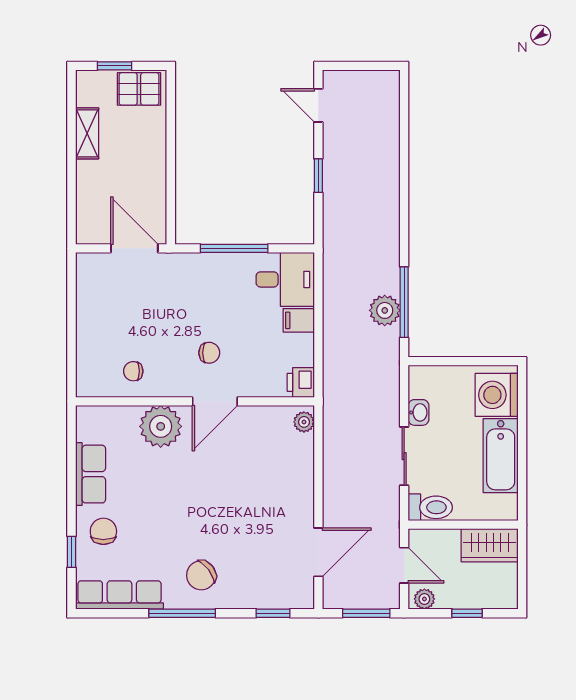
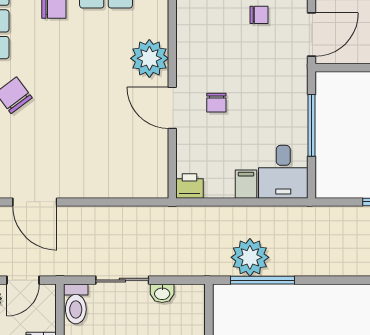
plant: (385, 310) -> (250, 257), width x1.36, depth x1.36
chair: (133, 371) -> (259, 15), moved, turned 90
plant: (304, 422) -> (153, 189), removed

